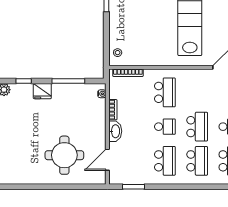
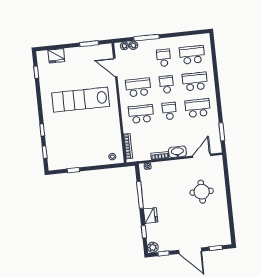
school desk: (197, 92) -> (138, 87), added
school desk: (197, 127) -> (167, 84), width x0.54
round table: (64, 155) -> (202, 192), width x0.73, depth x0.73
door: (107, 160) -> (202, 156), swing flipped

